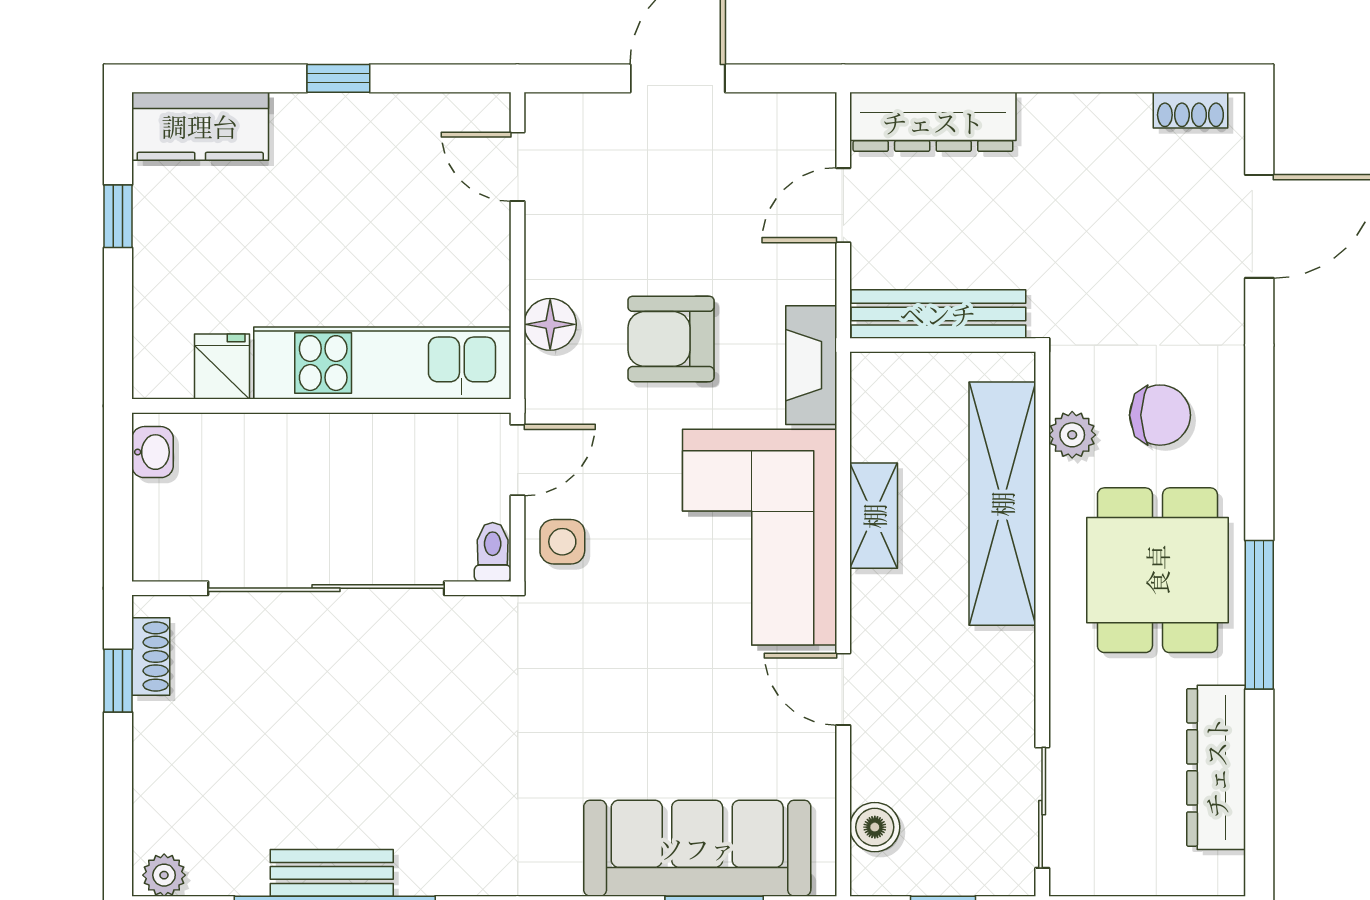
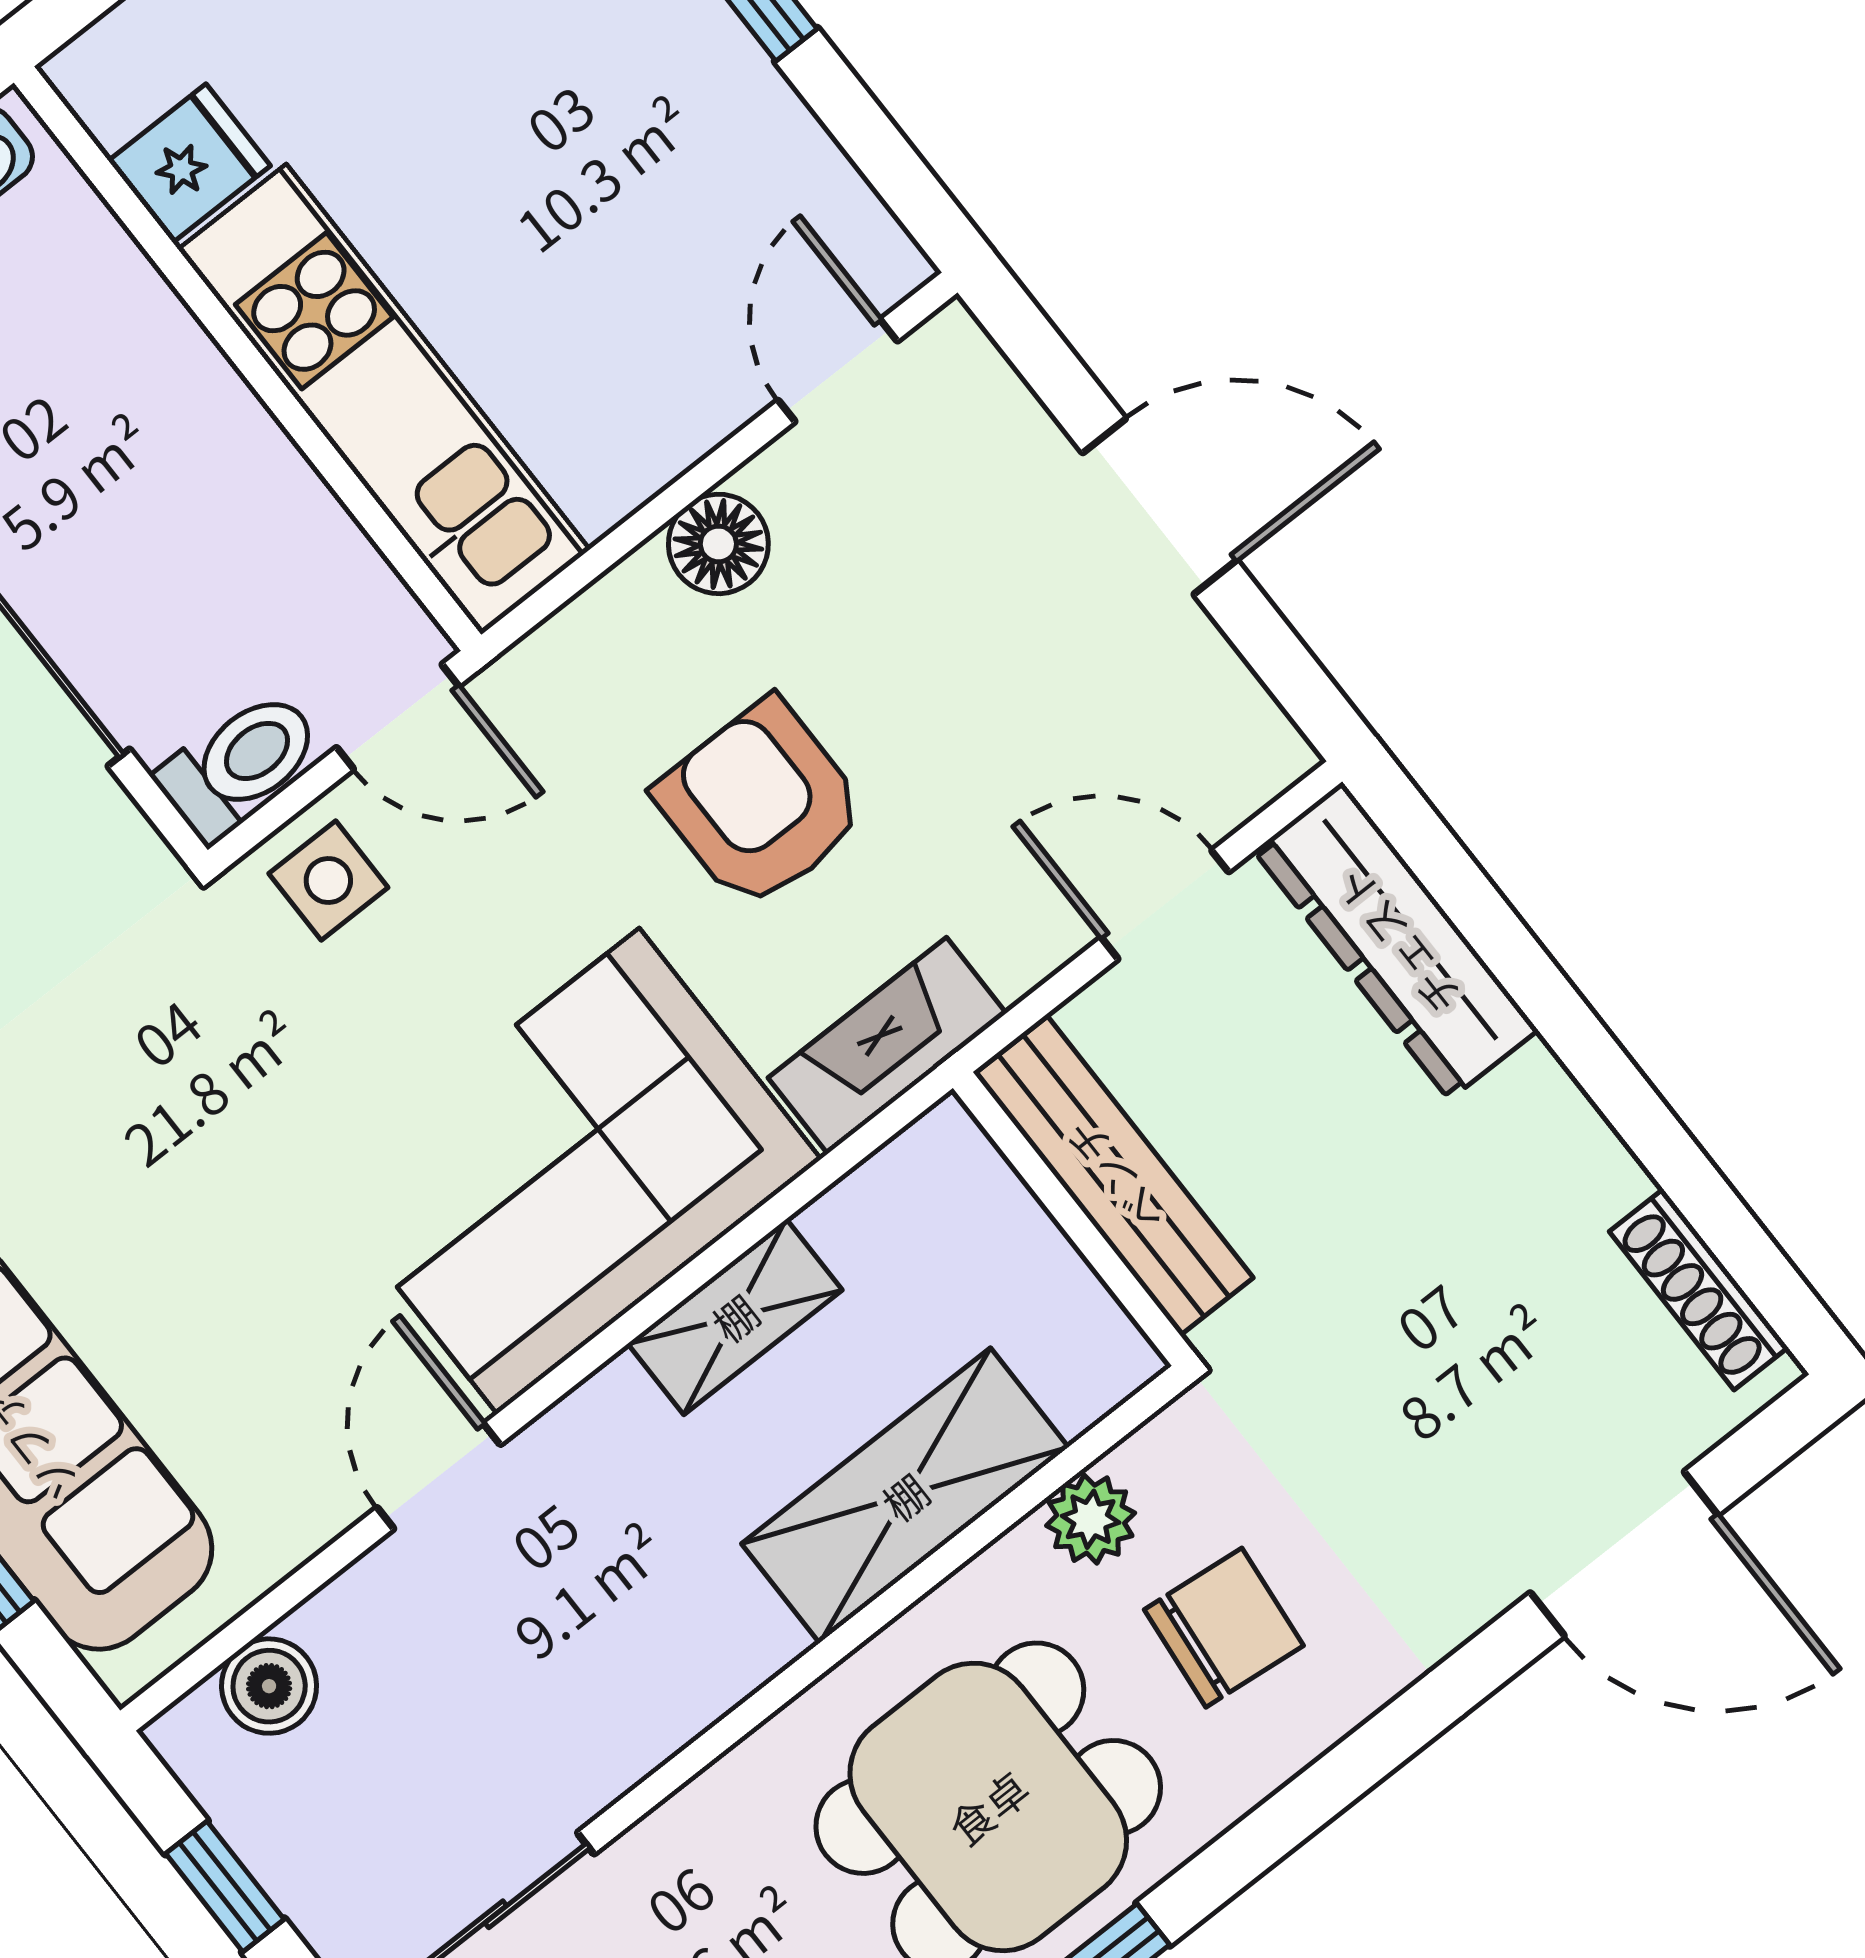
shoe rack: (1190, 110) -> (1699, 1289), width x1.43
floor lamp: (550, 324) -> (718, 544), moved
chair: (1160, 415) -> (1224, 1628), turned -84
shelving: (1002, 504) -> (905, 1496), width x0.68
toilet: (493, 552) -> (240, 765), width x1.37, depth x1.39

